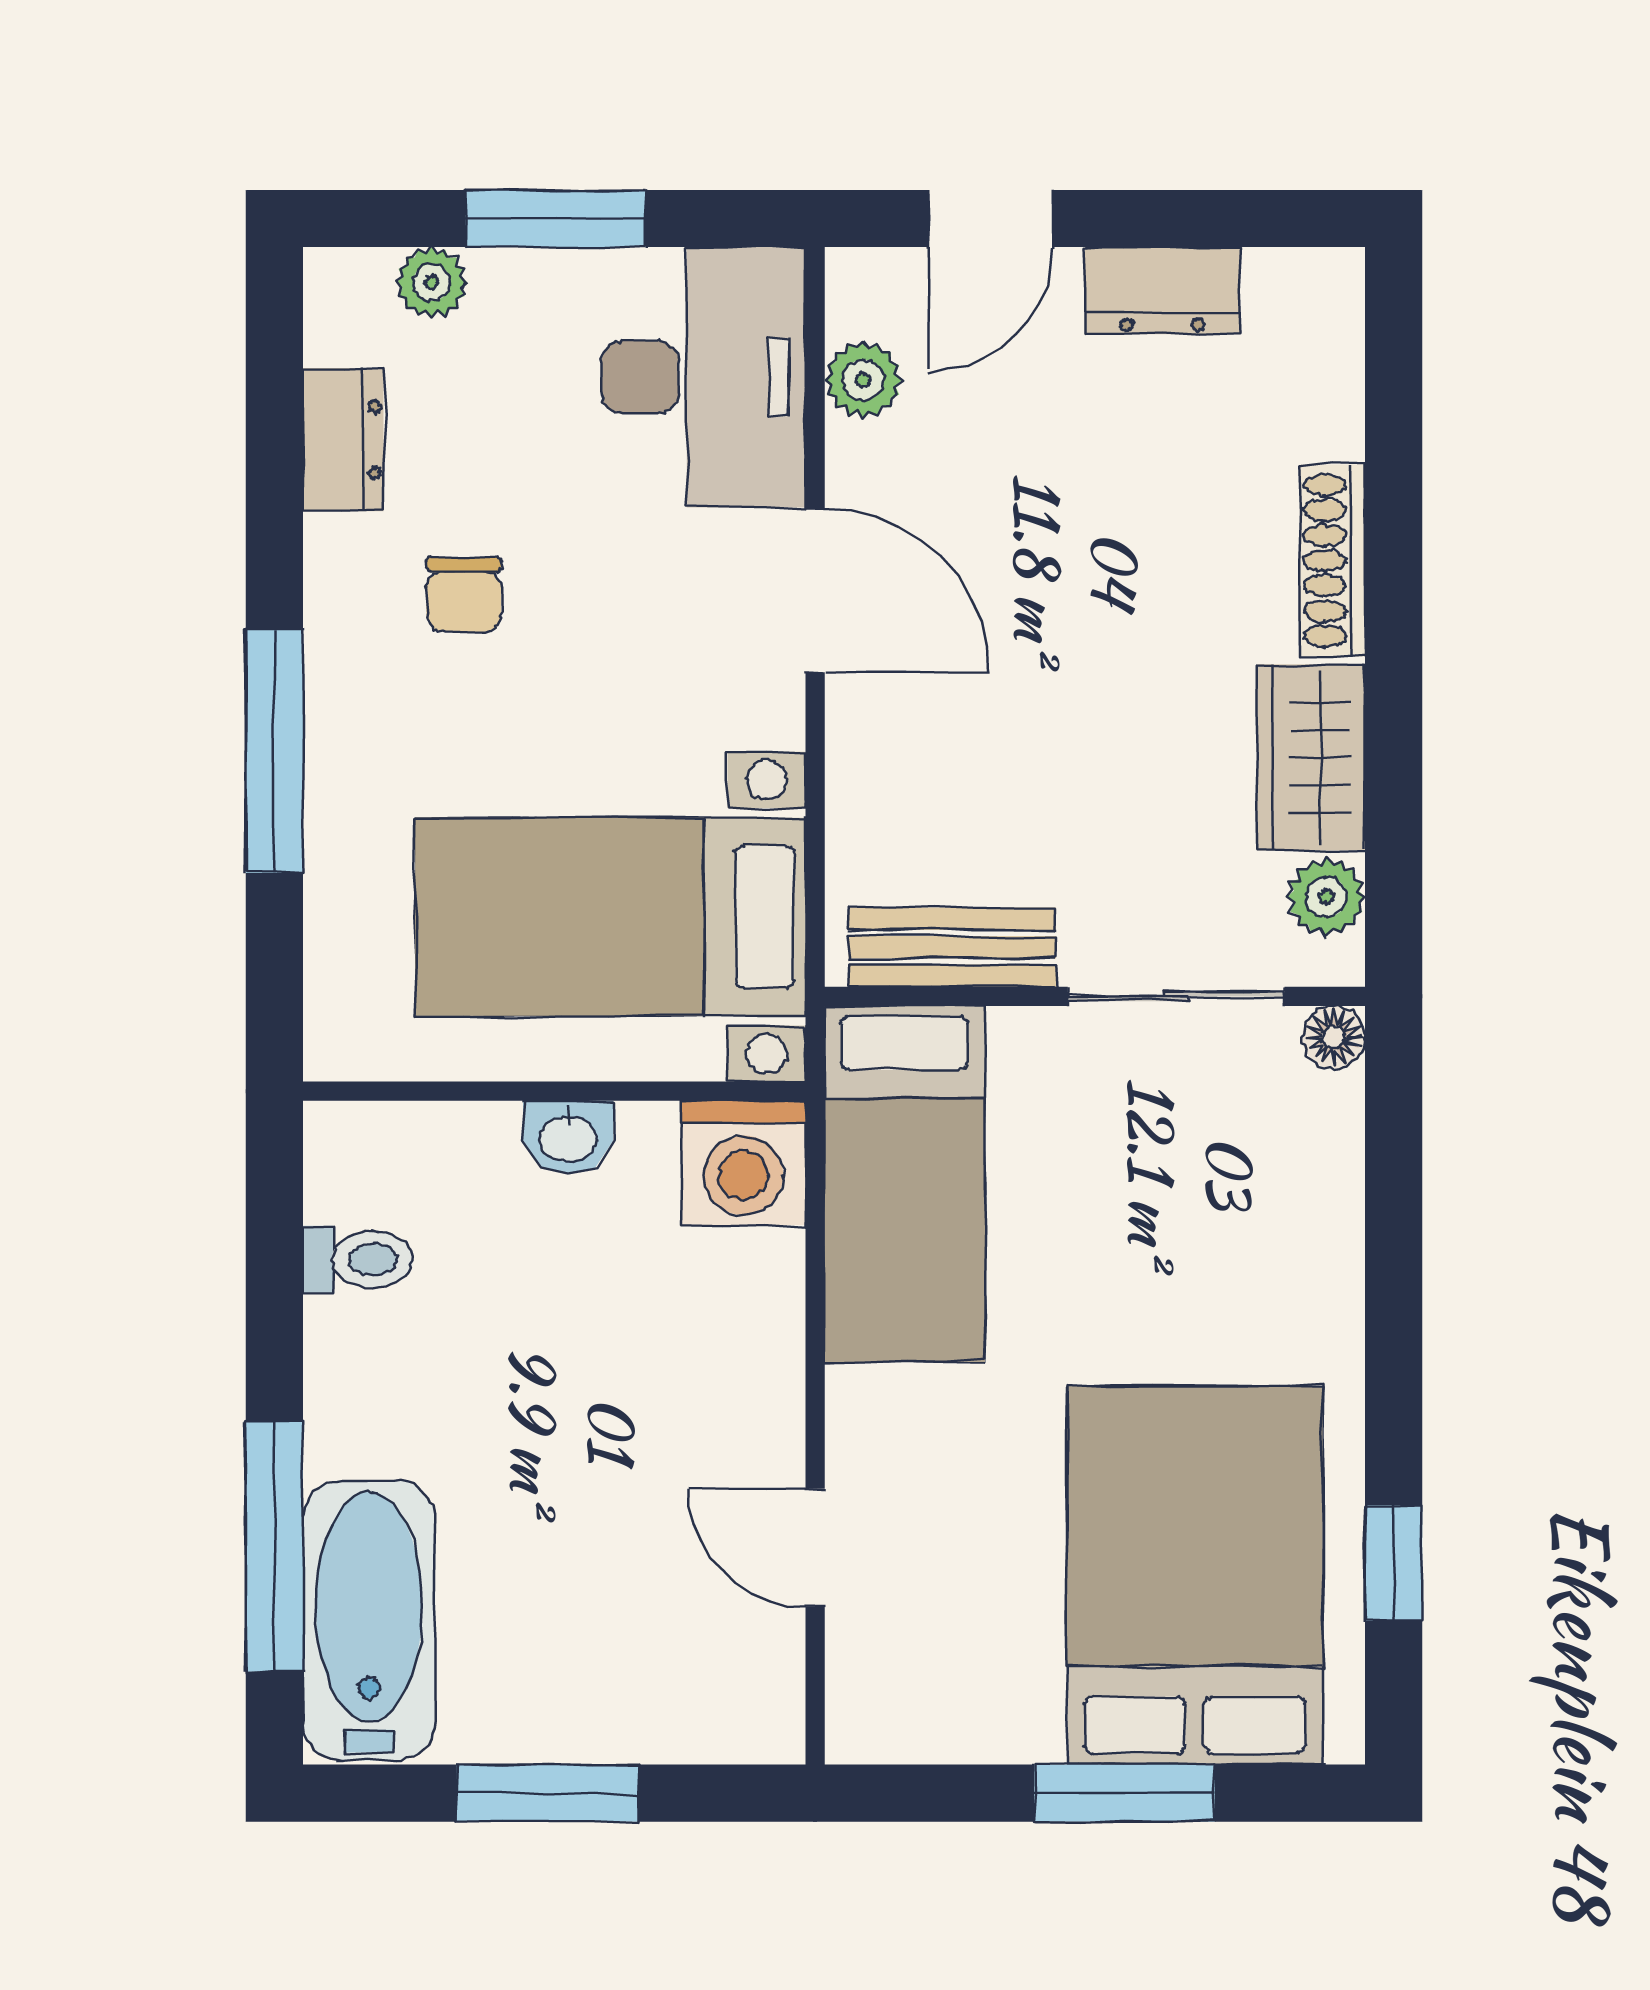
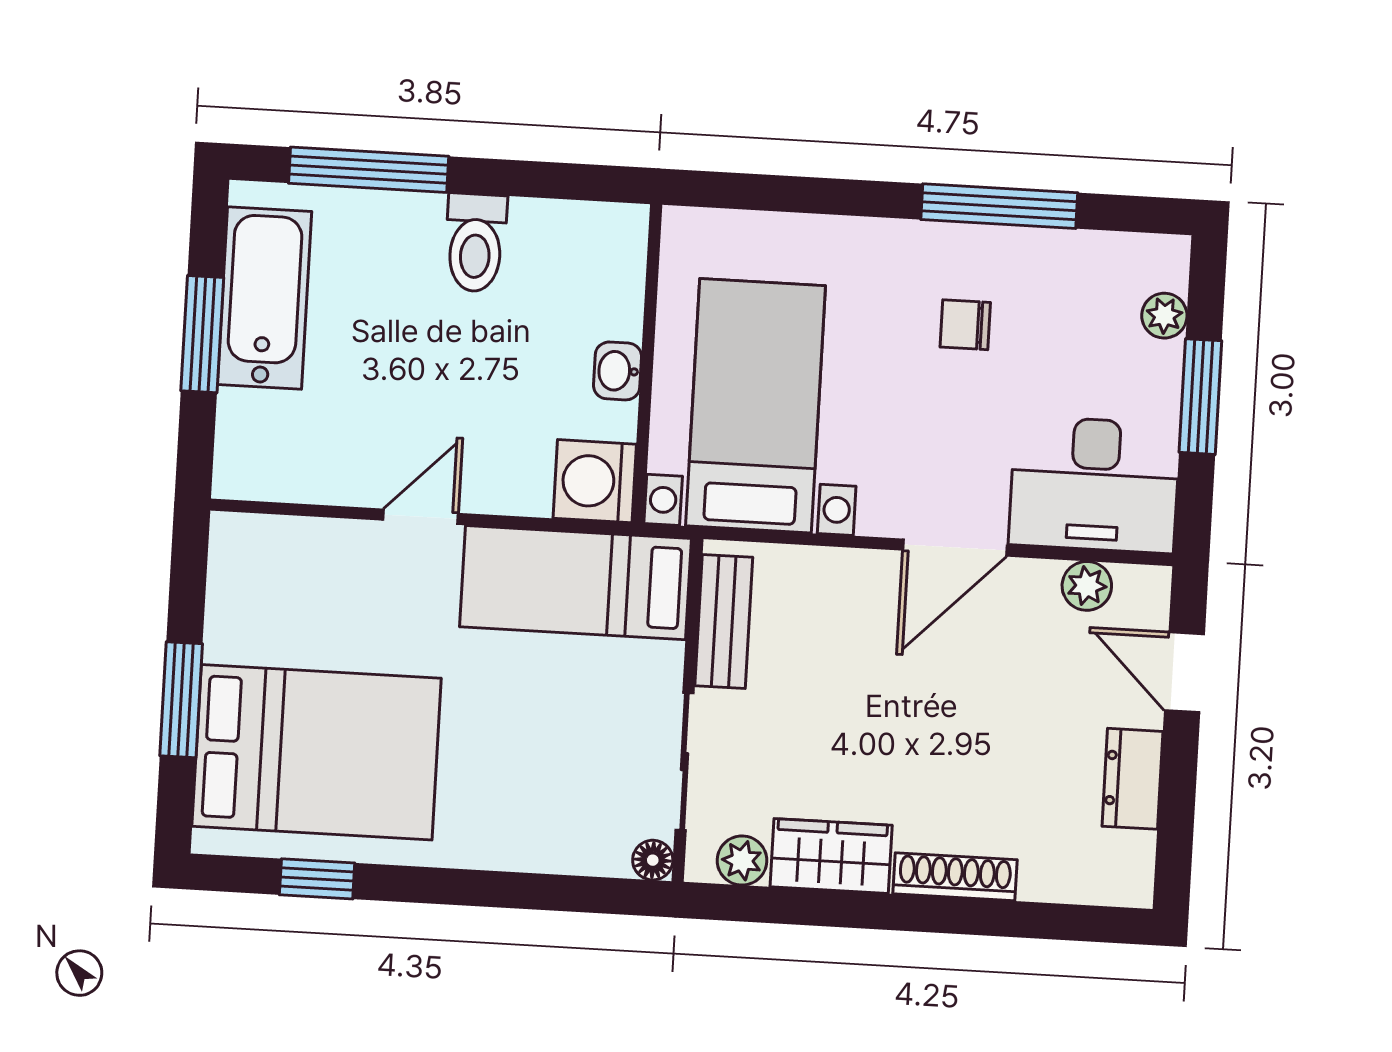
dresser: (343, 440) -> (1068, 254), removed
window: (274, 751) -> (999, 206), moved
toilet: (358, 1260) -> (476, 243), moved, width x1.37, depth x1.39
door: (815, 1548) -> (421, 517), moved
bathtub: (369, 1620) -> (265, 298), moved, turned -90

